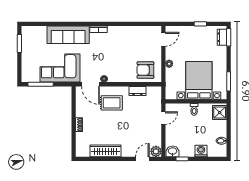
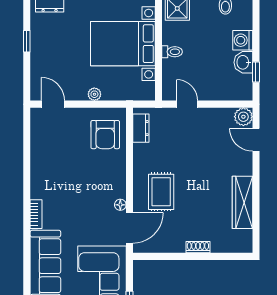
dresser: (137, 91) -> (141, 128), moved
washbasin: (173, 151) -> (243, 62), moved

